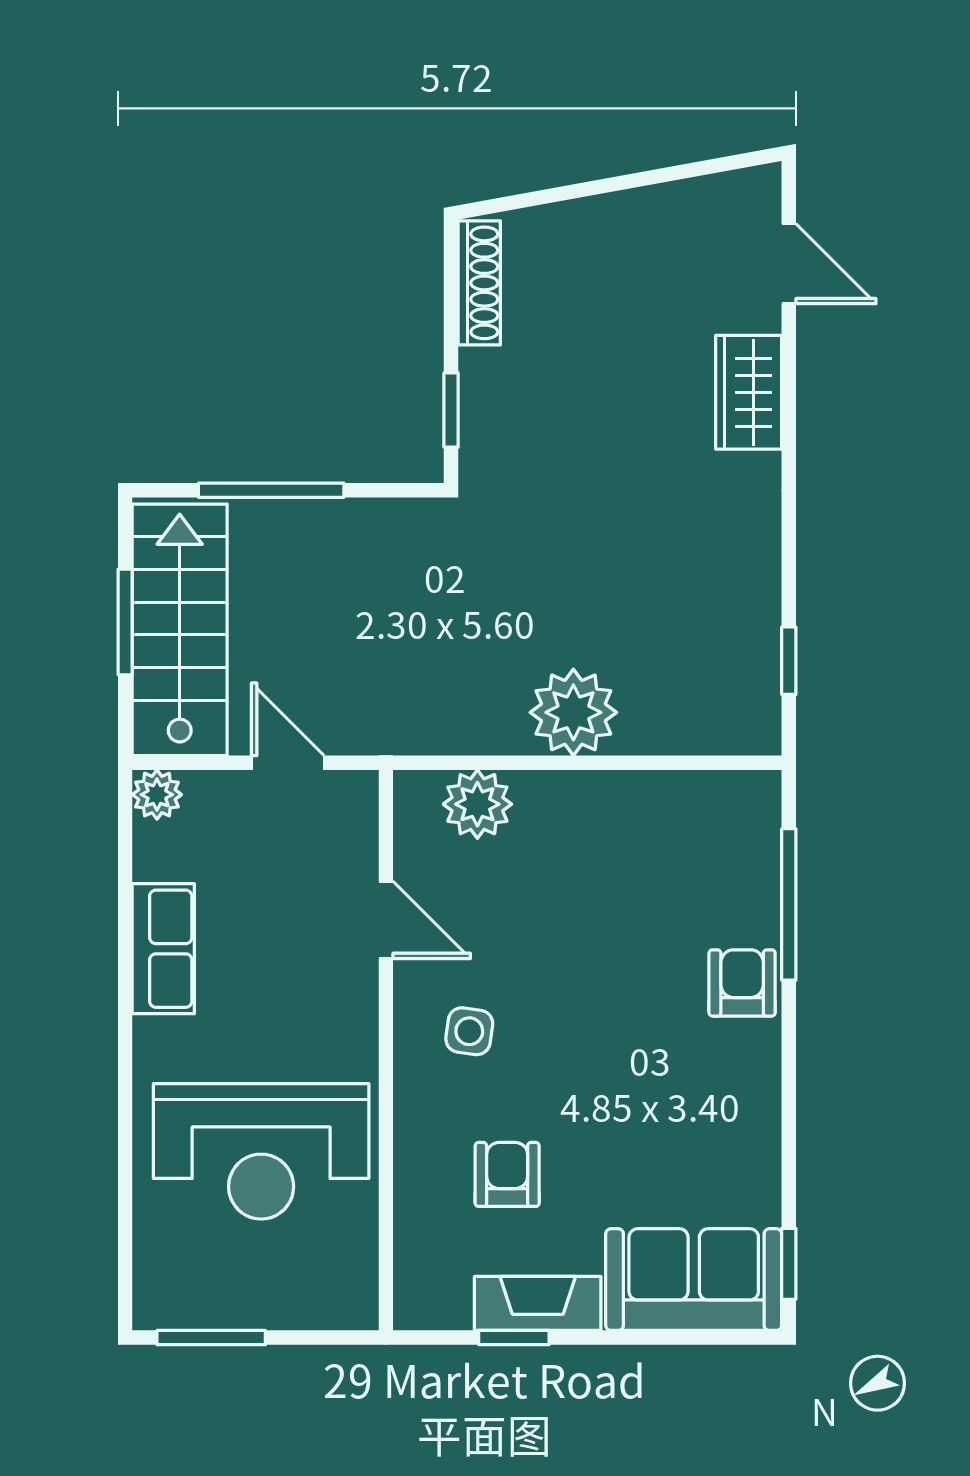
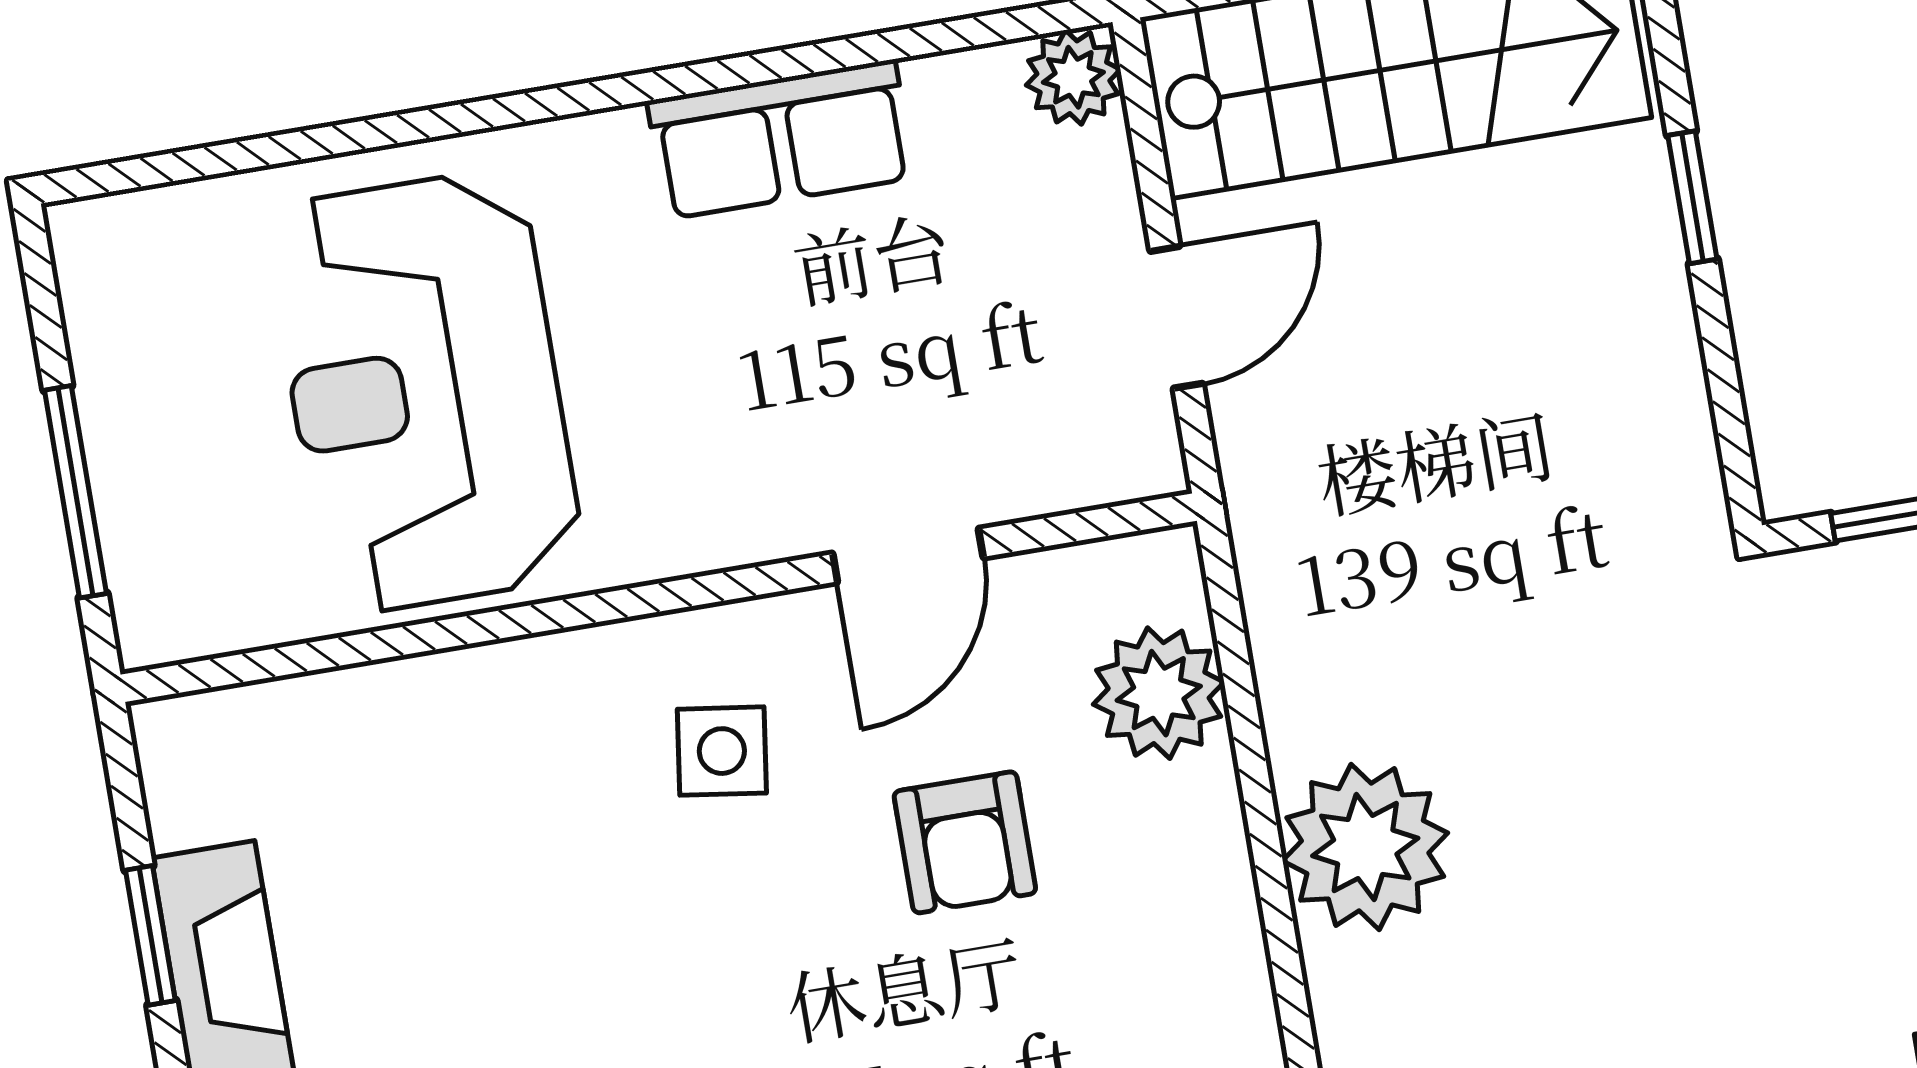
window: (271, 490) -> (1692, 197), width x0.46
armchair: (507, 1174) -> (965, 842), moved, turned 90
window: (211, 1338) -> (75, 492), moved

